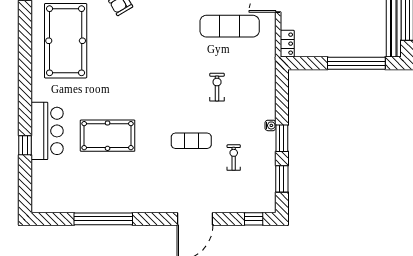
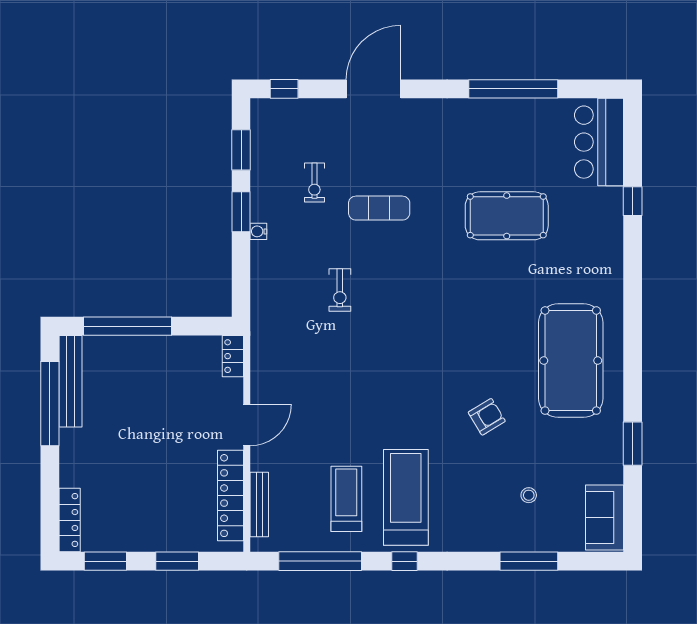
exercise mat: (230, 26) -> (321, 383), removed
bar counter: (47, 131) -> (599, 142), moved

